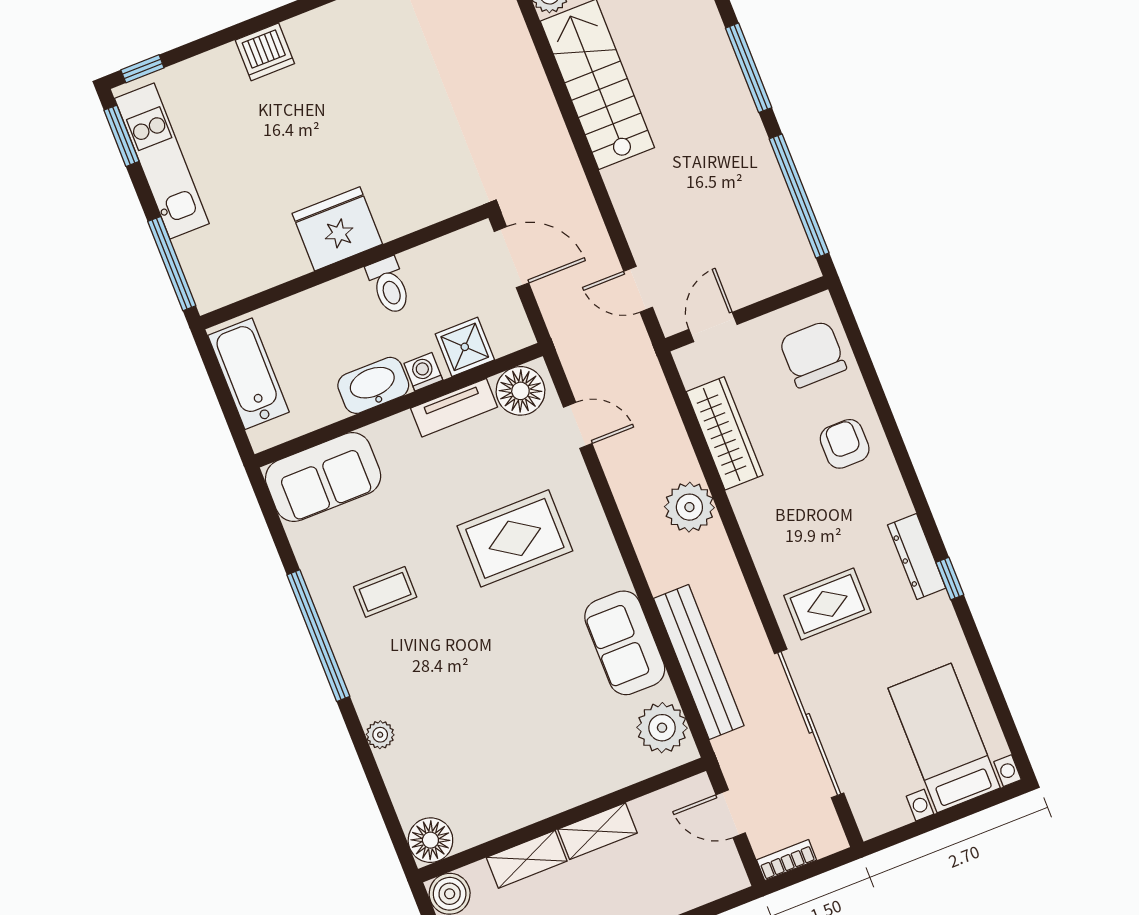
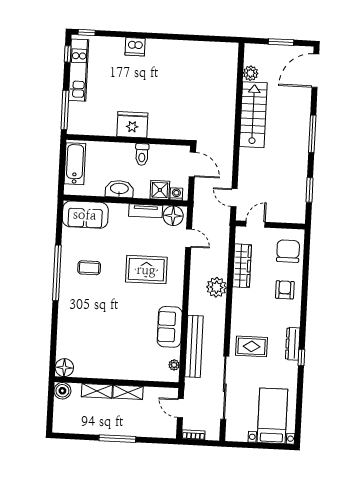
window: (121, 136) -> (68, 54), width x0.67
window: (799, 196) -> (309, 190), width x0.47
washing machine: (423, 372) -> (176, 194), moved
plant: (662, 728) -> (174, 365), width x0.53, depth x0.53
plant: (380, 735) -> (63, 320), removed

